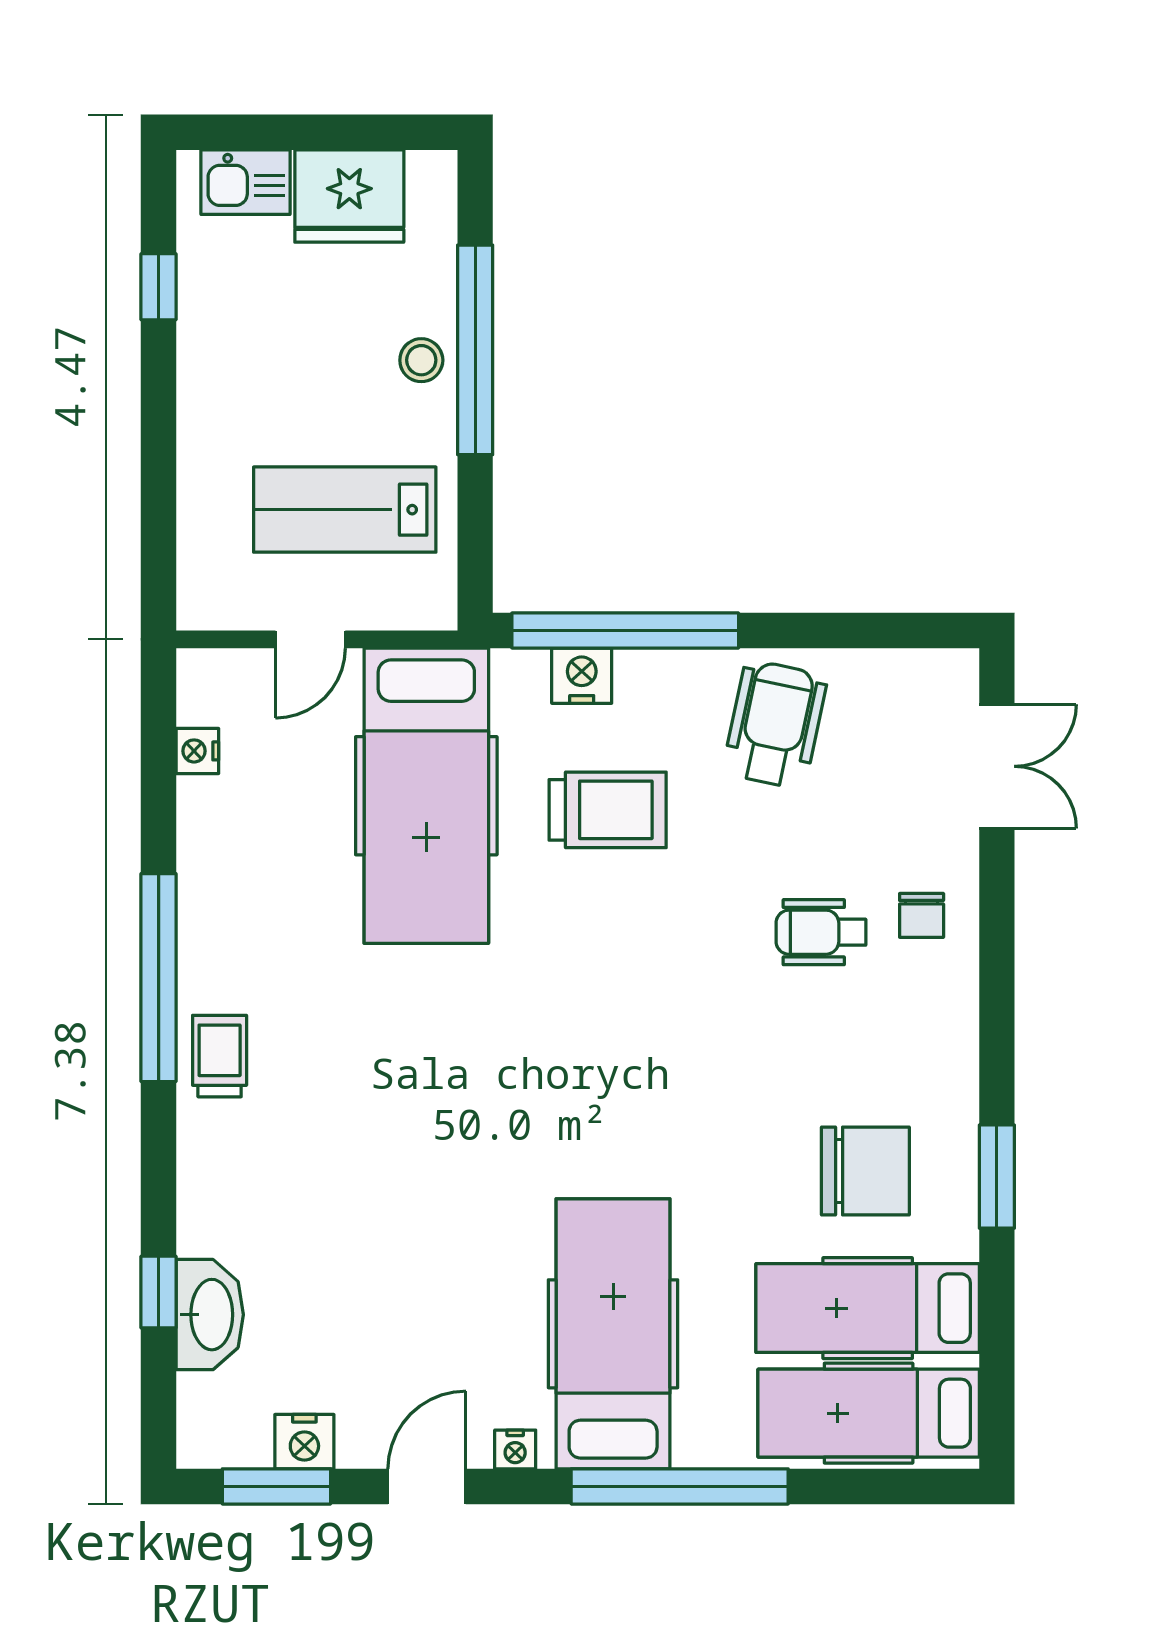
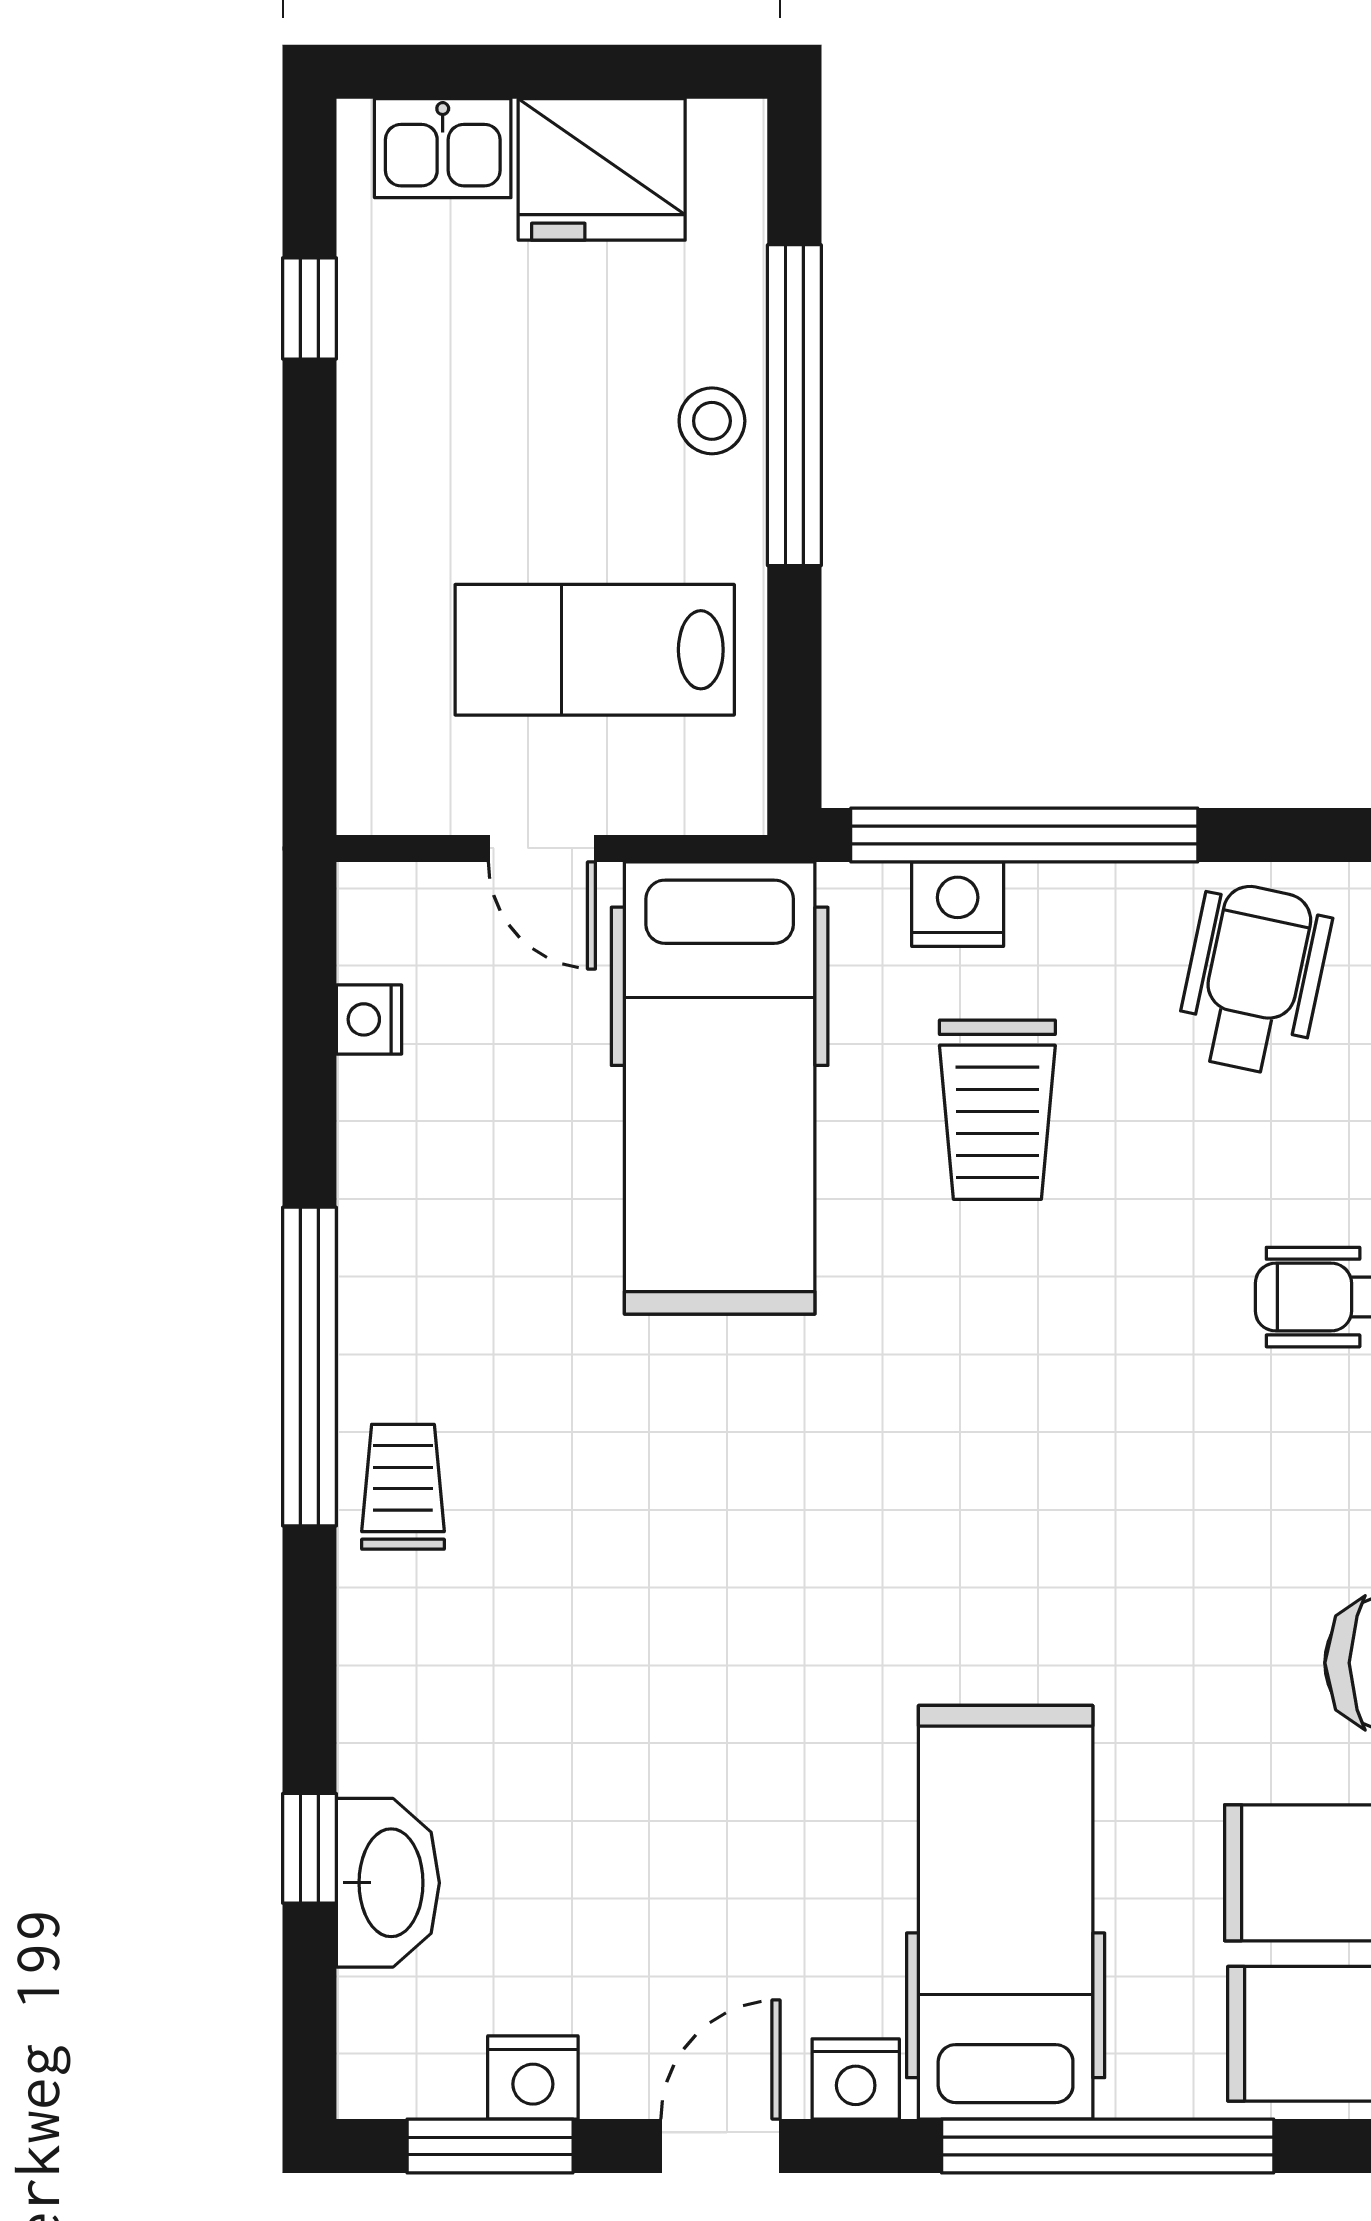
door: (310, 639) -> (542, 848), hinge flipped
trolley: (608, 810) -> (997, 1110), turned 90
nightstand: (515, 1449) -> (856, 2079), width x1.39, depth x1.35

